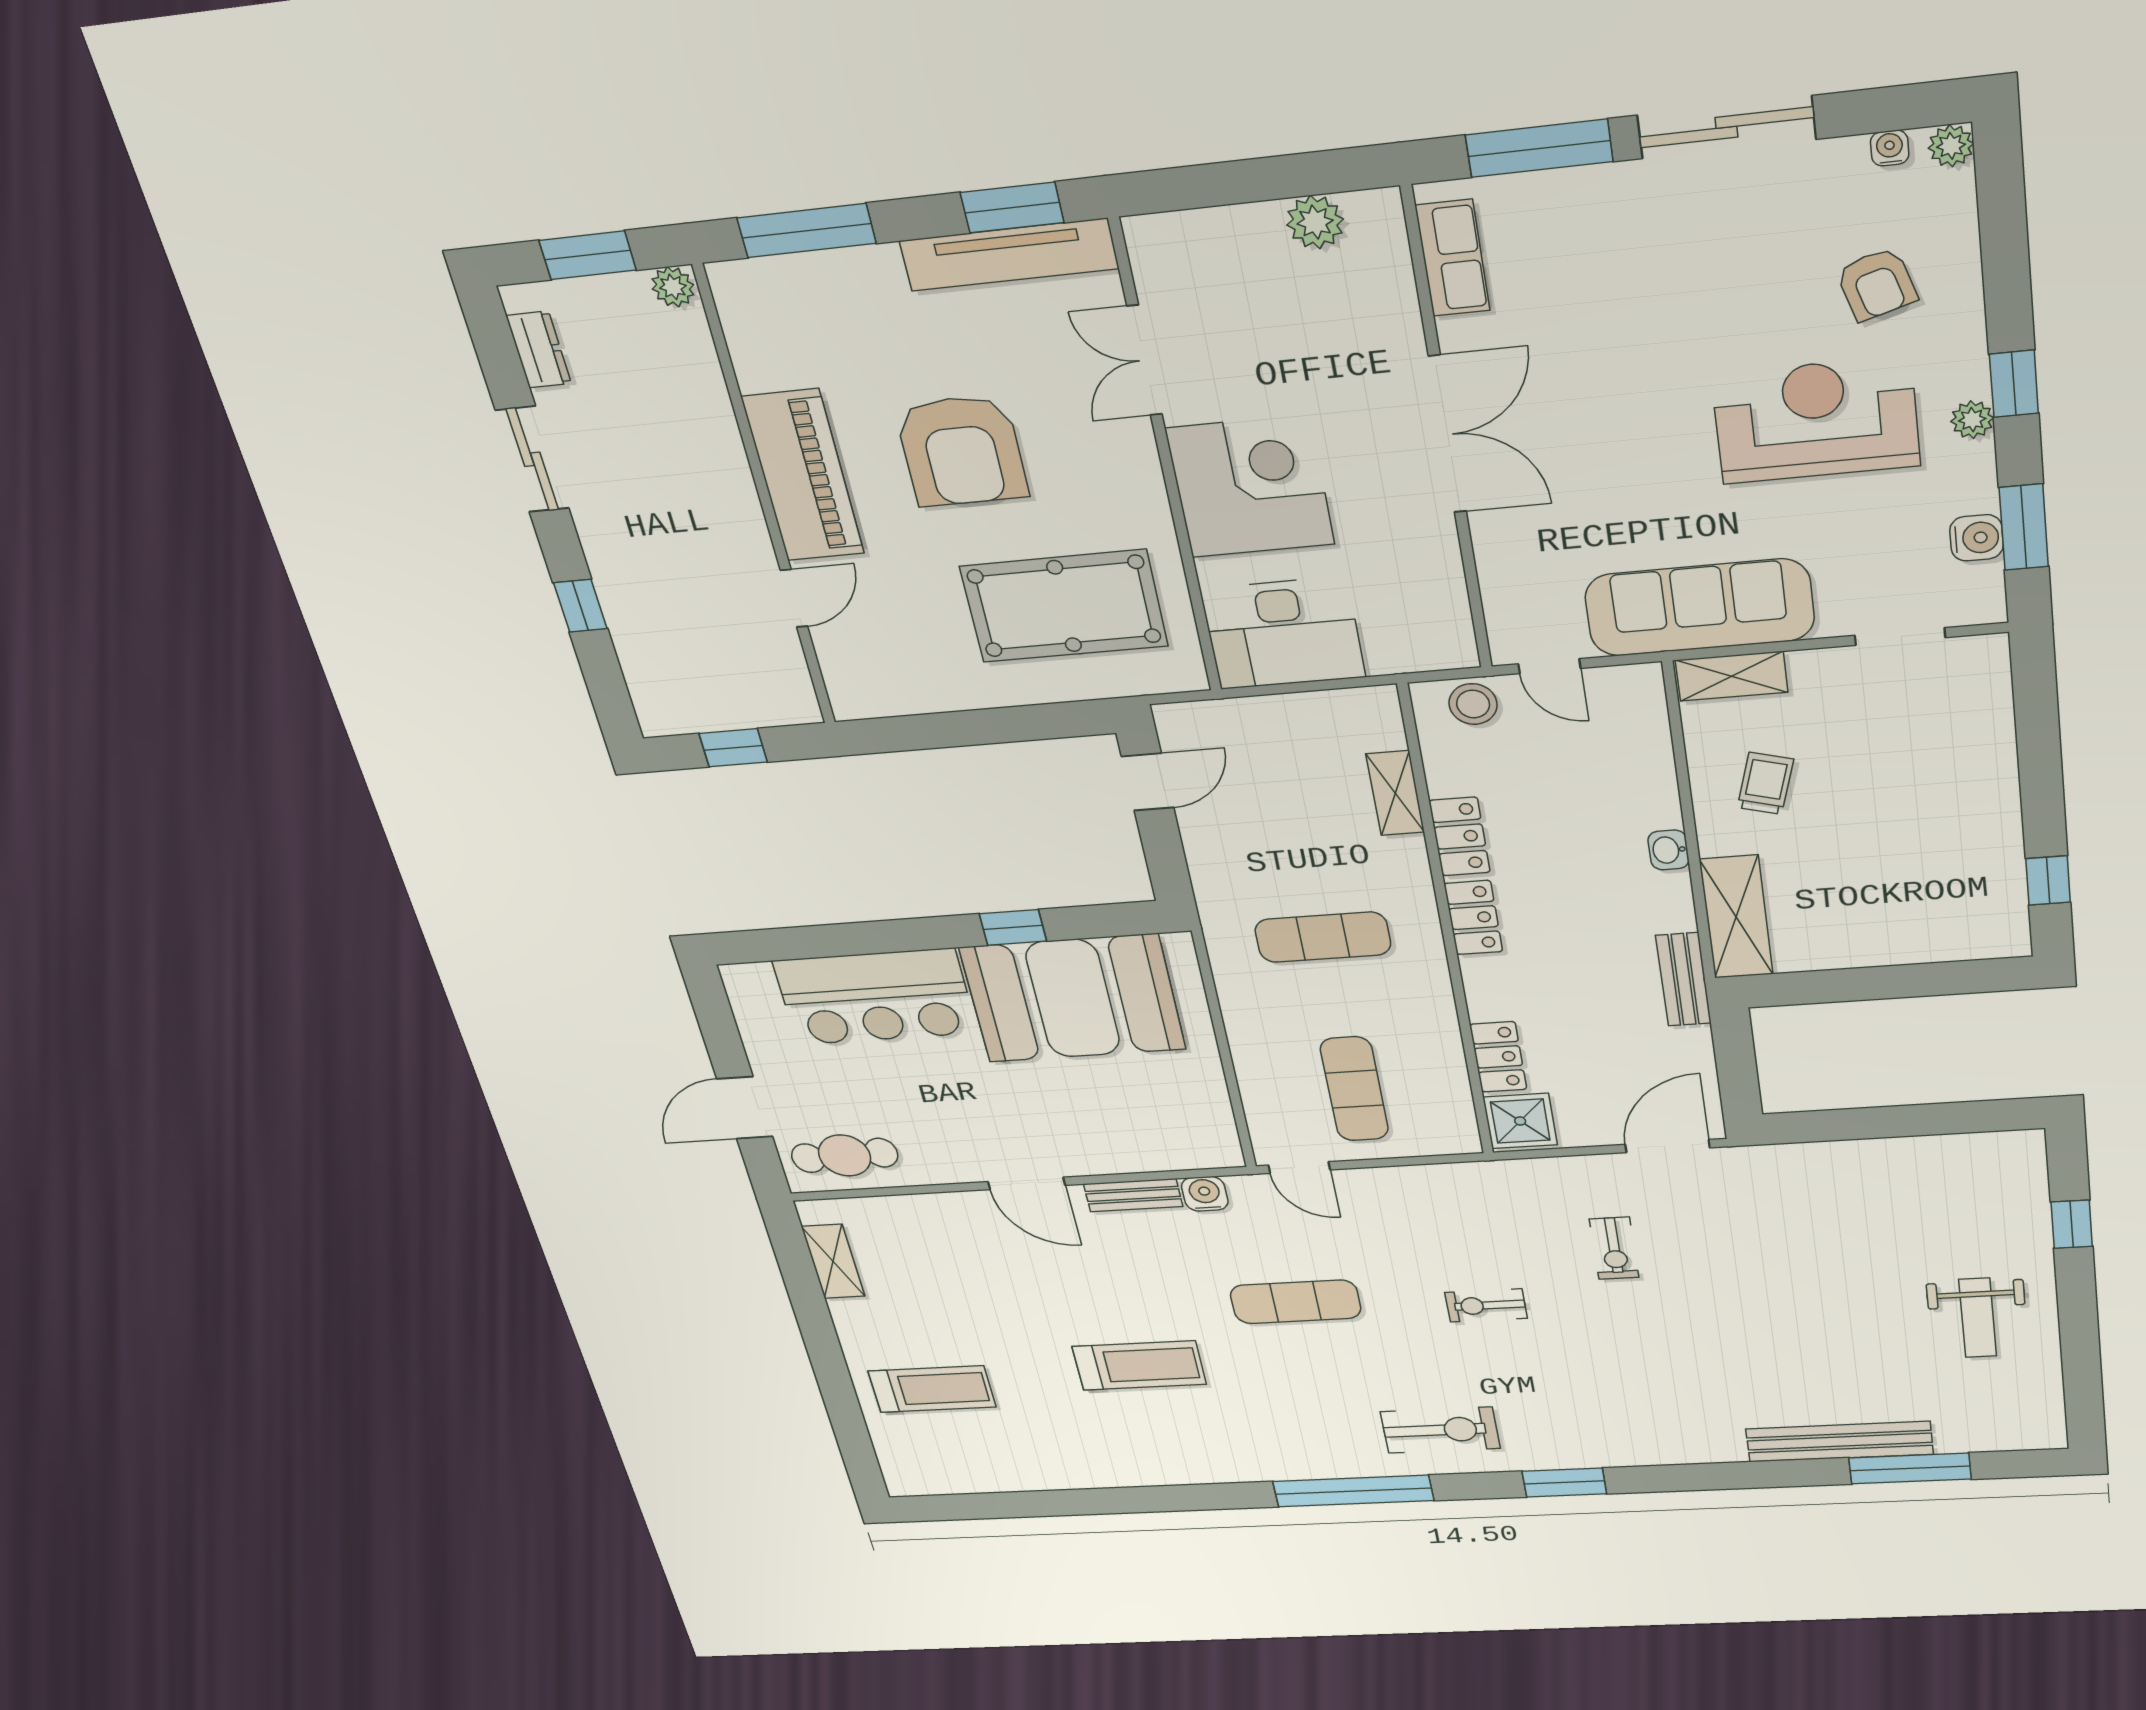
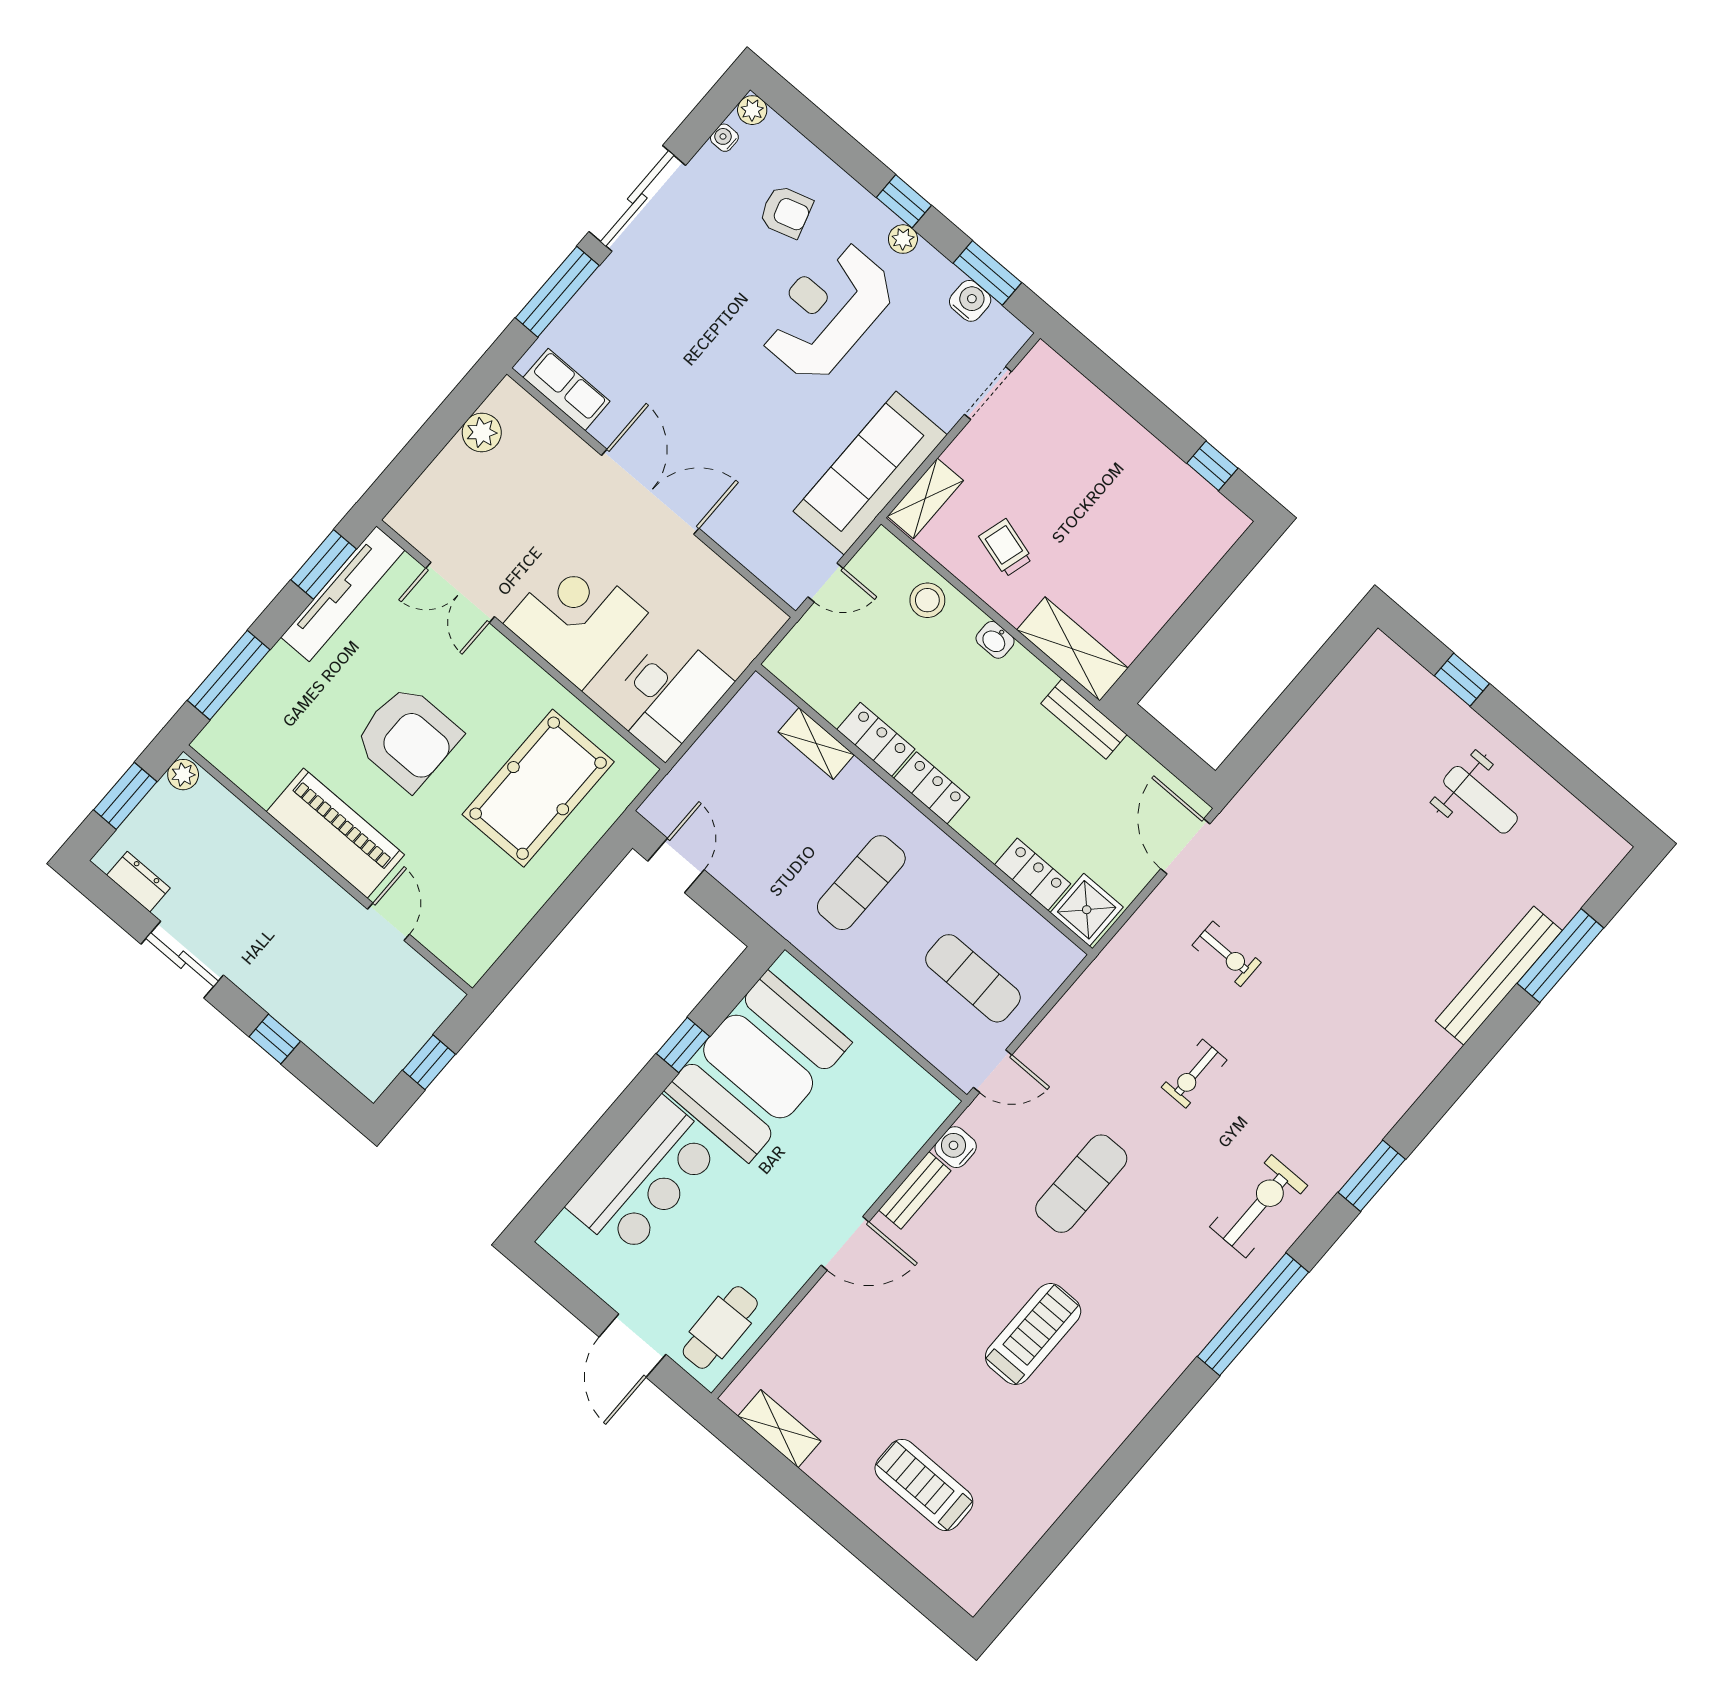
stool: (1473, 704) -> (927, 600), moved
treadmill: (932, 1389) -> (924, 1485), turned -90

